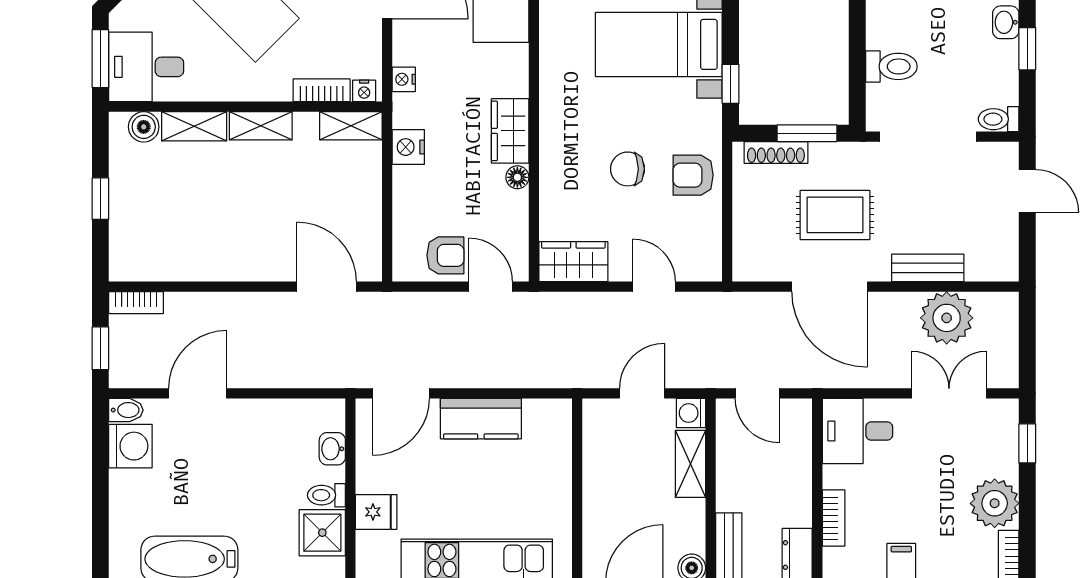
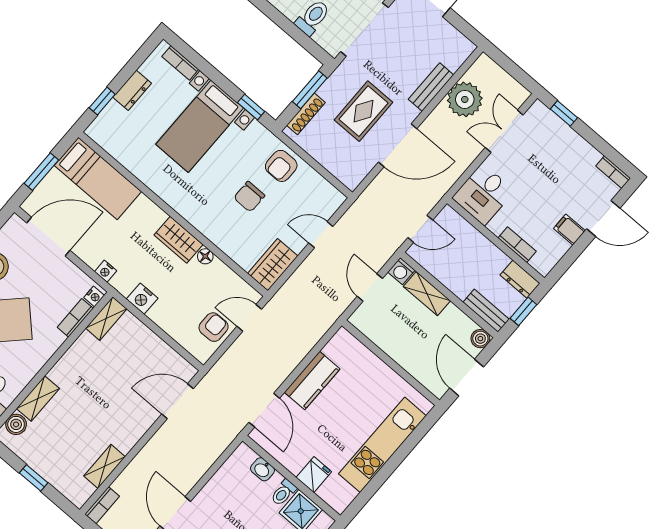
shelving: (261, 126) -> (105, 466), moved
plant: (995, 503) -> (580, 156), removed

